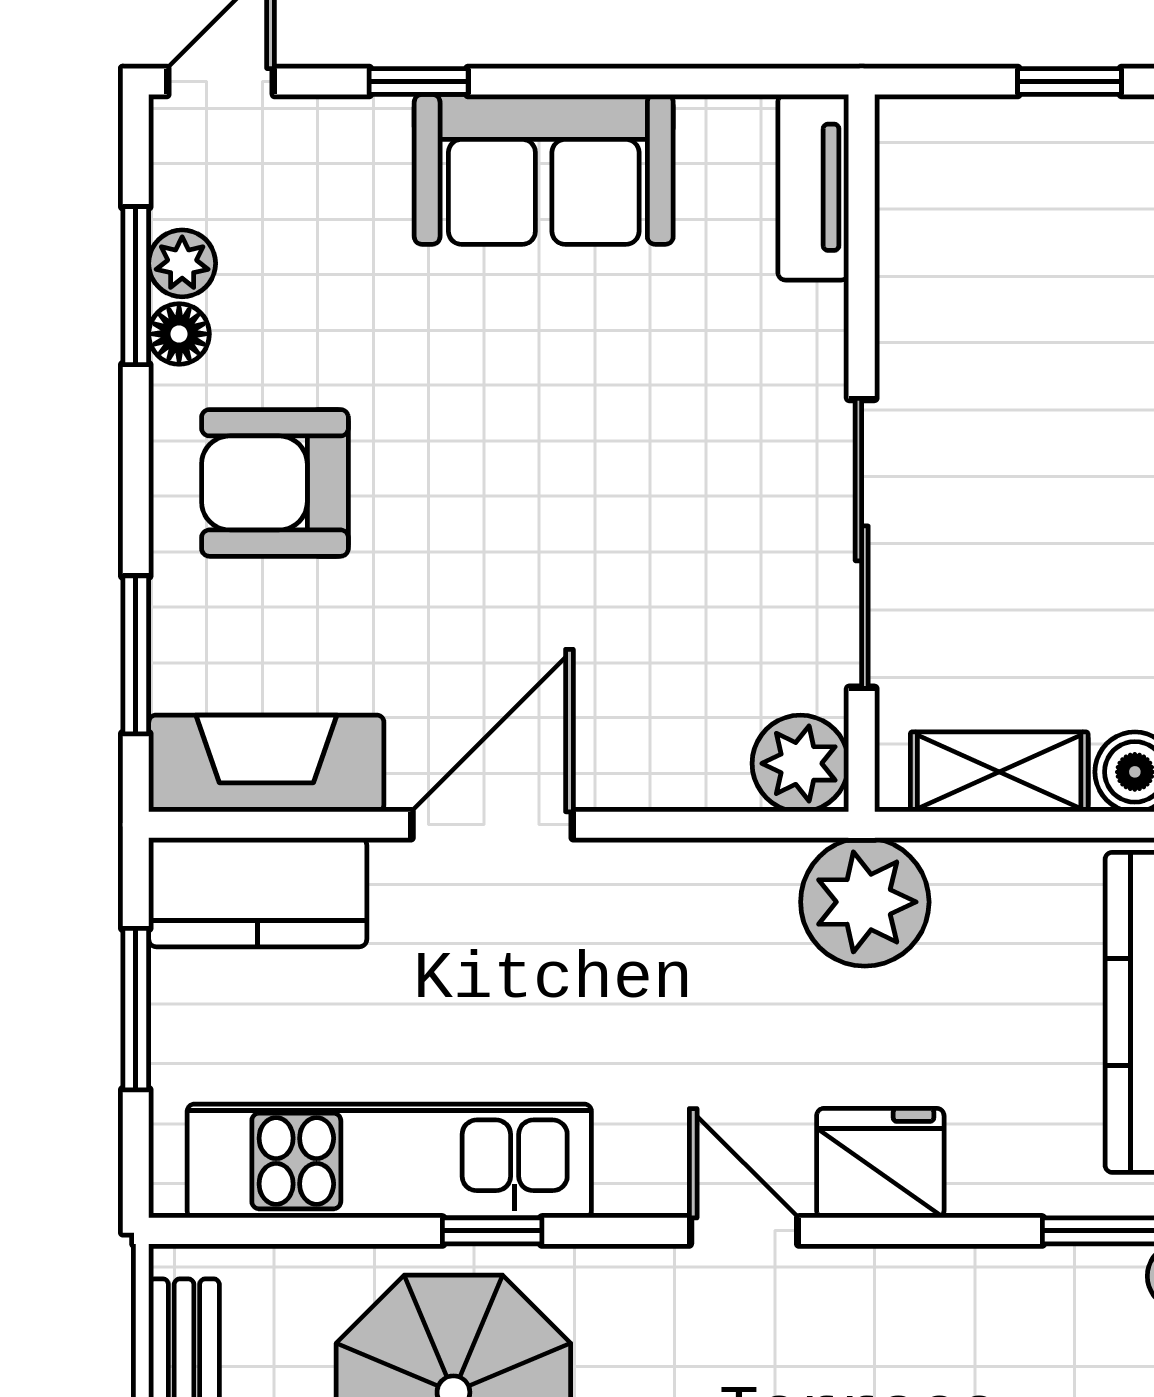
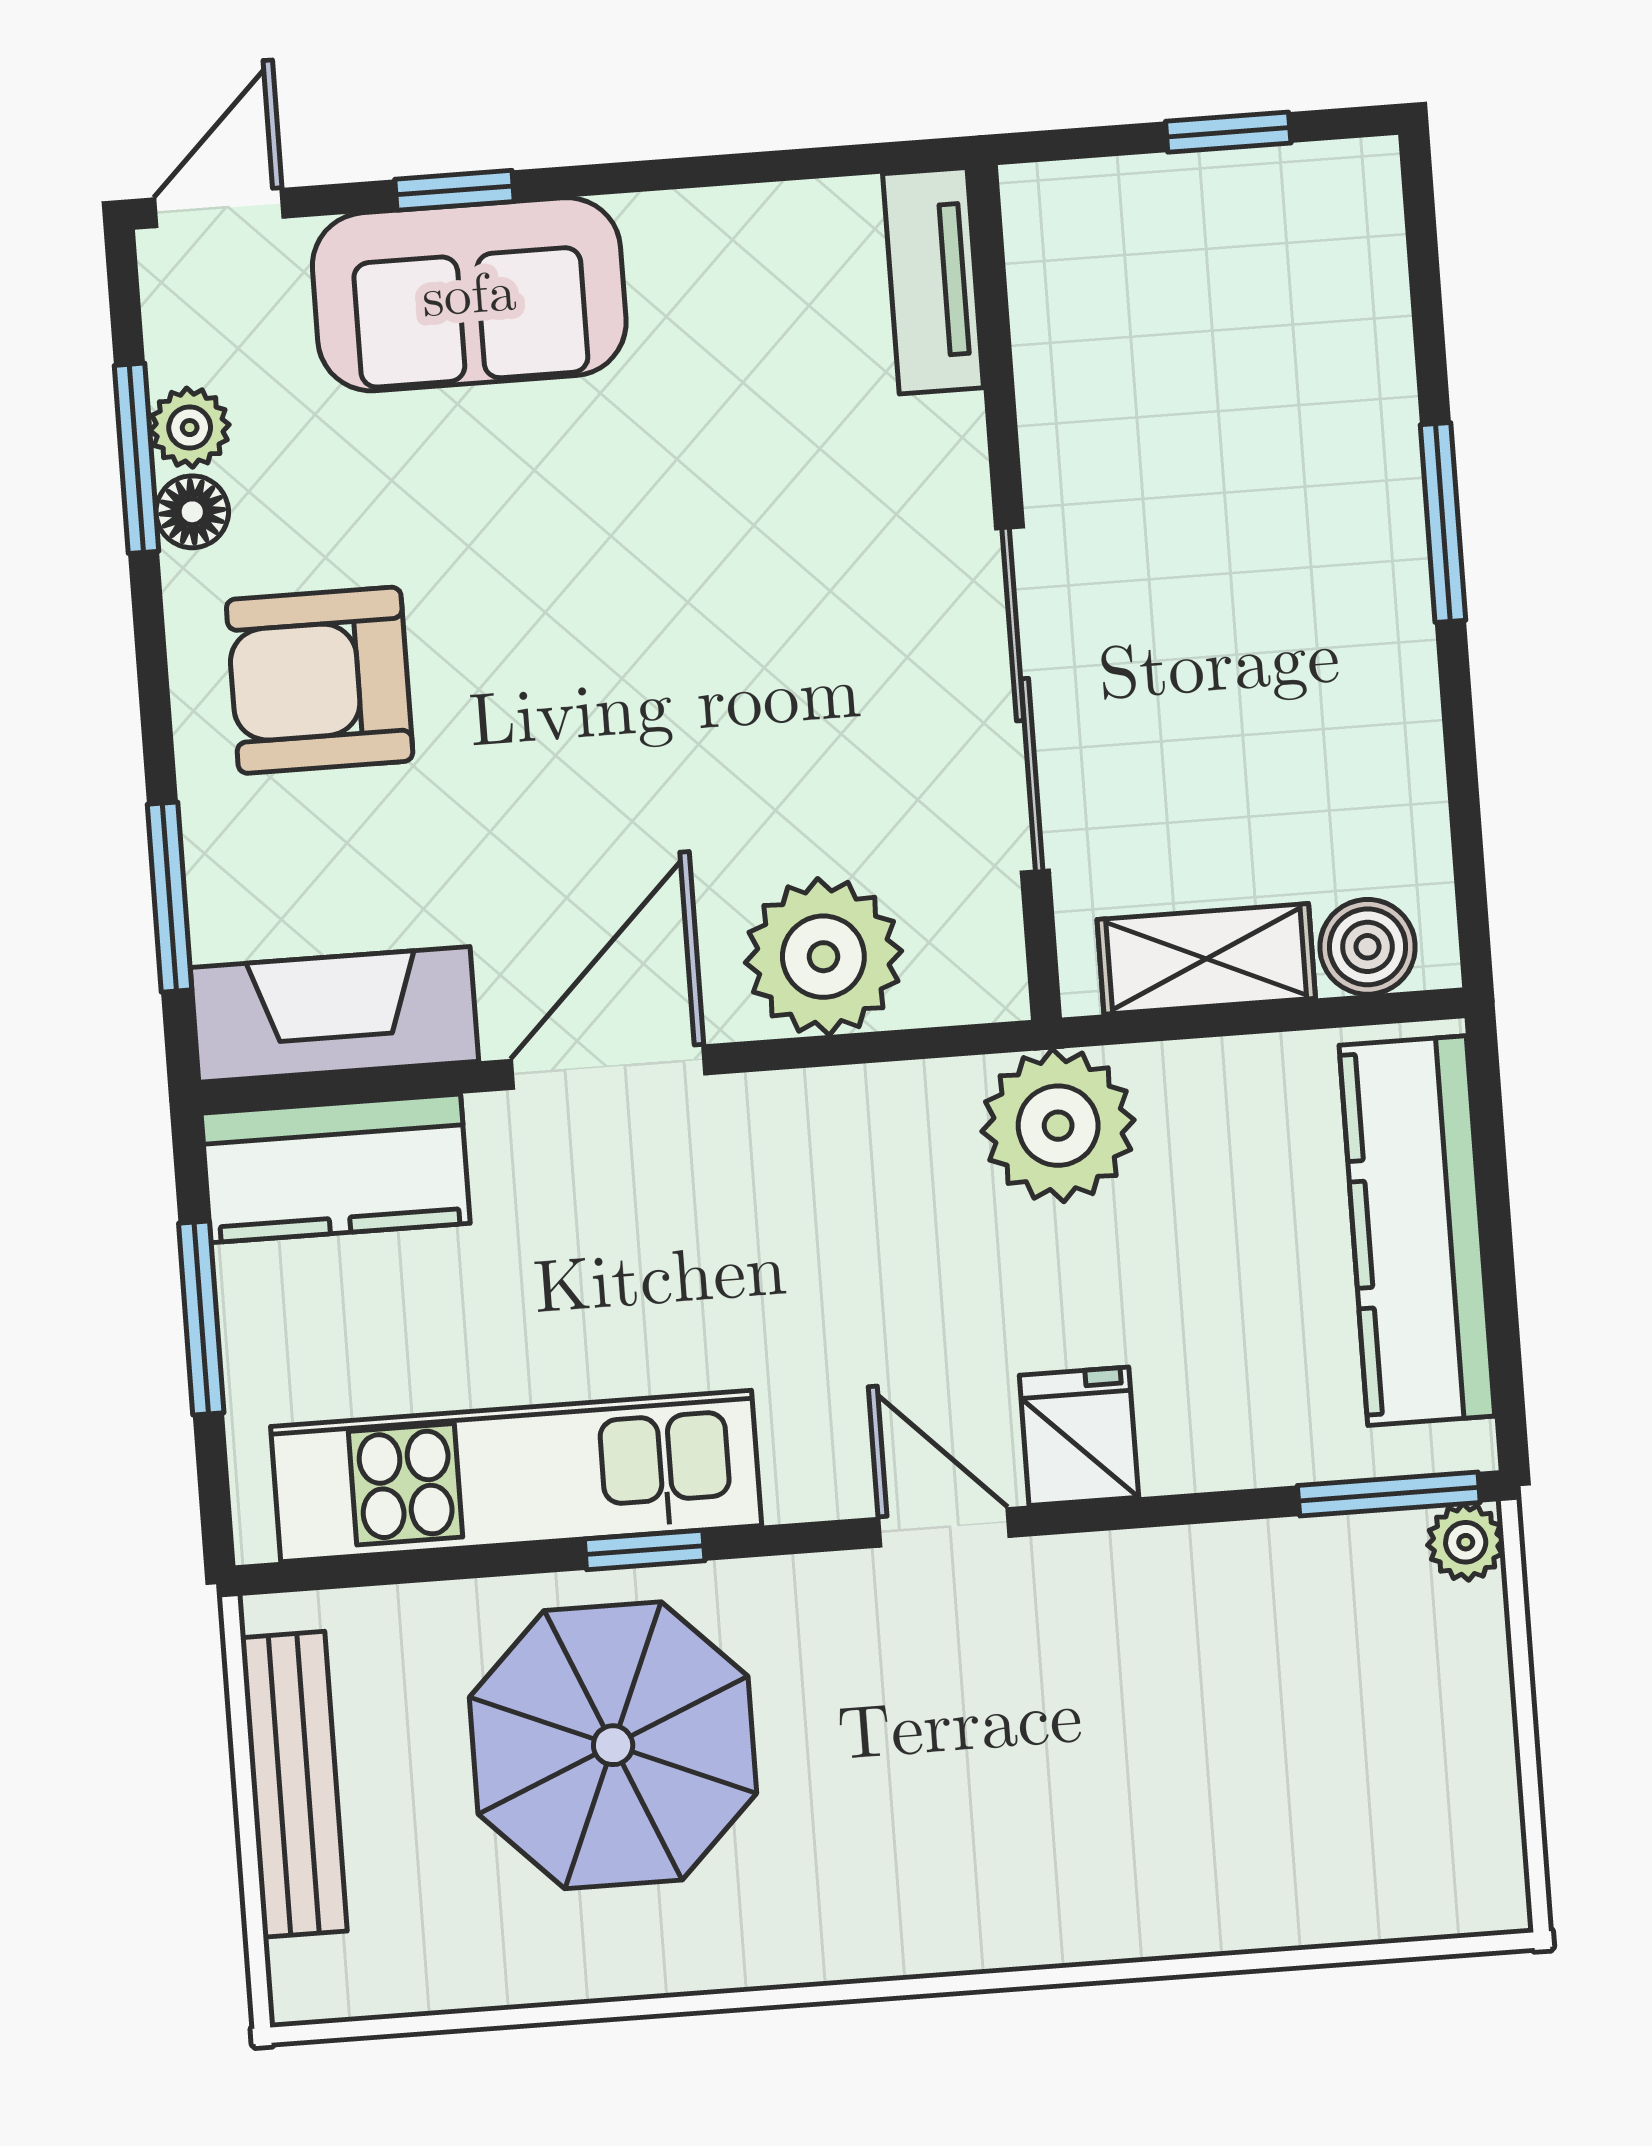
sofa: (544, 169) -> (469, 294), moved
plant: (800, 763) -> (823, 957), moved, width x1.36, depth x1.36
fridge: (880, 1163) -> (1079, 1436), width x0.72

